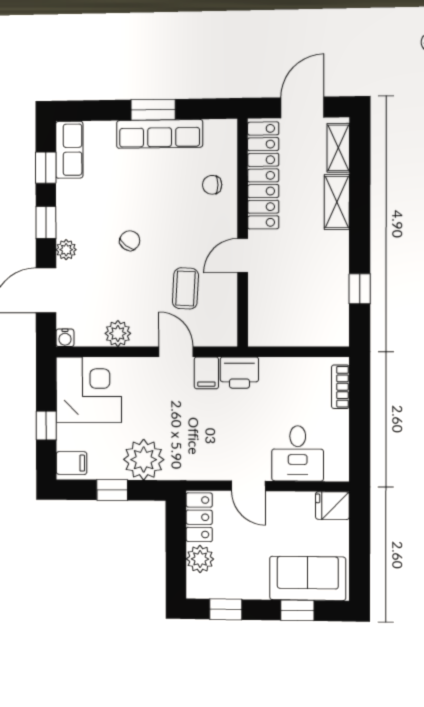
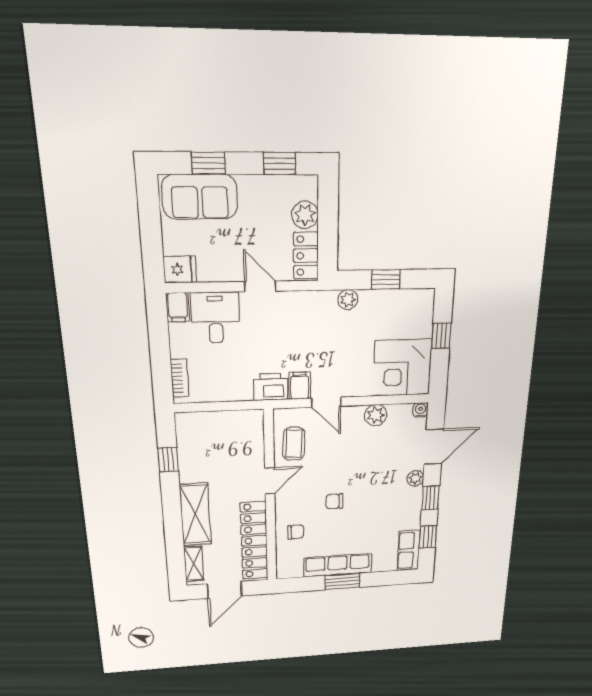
shelving: (337, 202) -> (195, 514), width x1.50, depth x1.33
chair: (130, 241) -> (334, 501), moved, turned 53
coffee table: (185, 288) -> (294, 444), moved
plant: (144, 460) -> (348, 300), width x0.53, depth x0.53
filing cabinet: (72, 463) -> (178, 307), moved, turned -90

